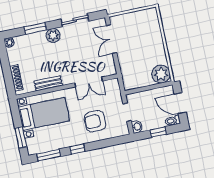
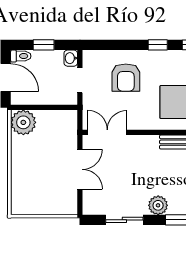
double door: (112, 39) -> (80, 169), moved
double door: (89, 82) -> (107, 132), moved
armchair: (95, 121) -> (126, 78), turned 90

